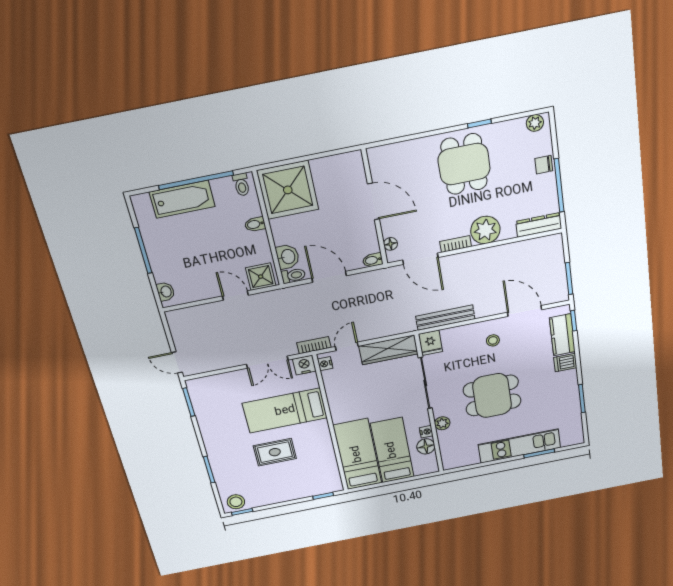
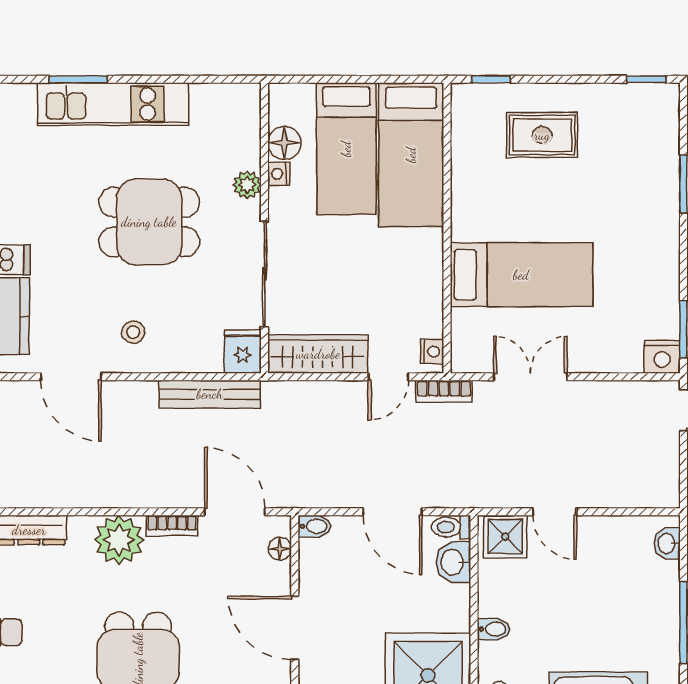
nightstand: (304, 365) -> (662, 357), moved
rug: (275, 452) -> (542, 135), moved
stool: (236, 502) -> (652, 104), removed

